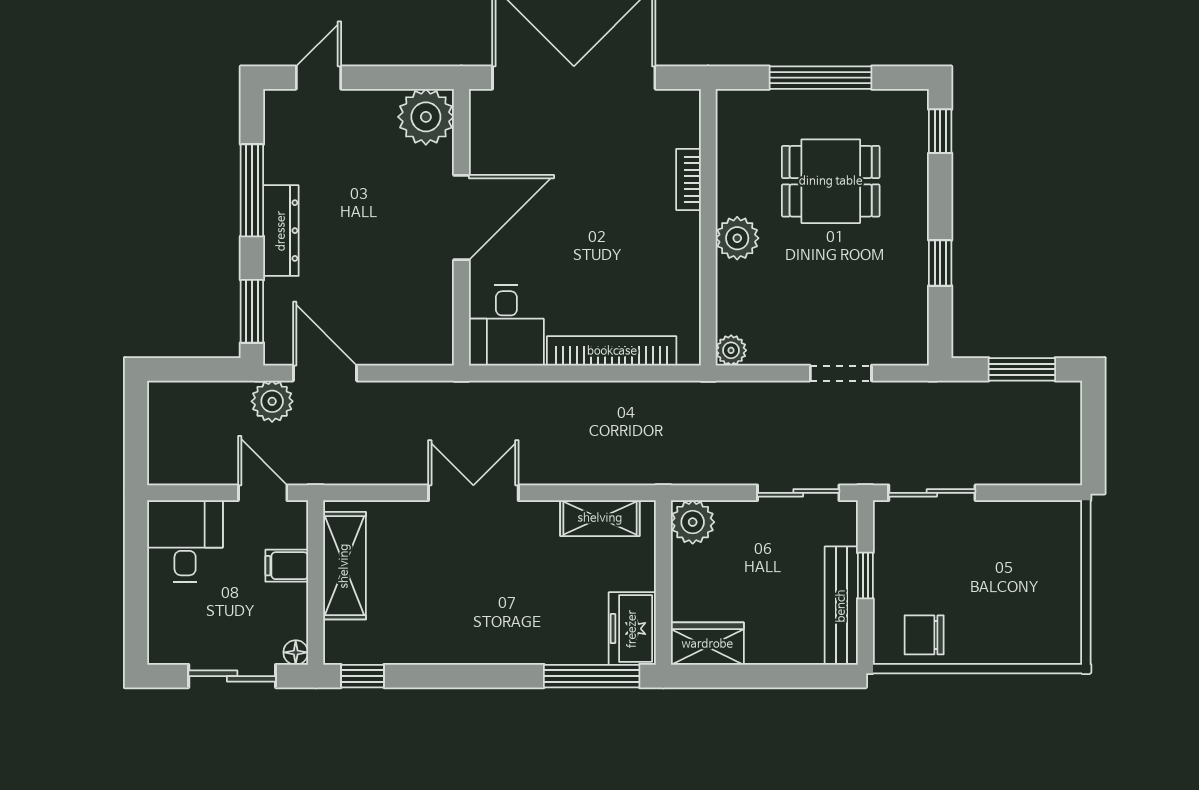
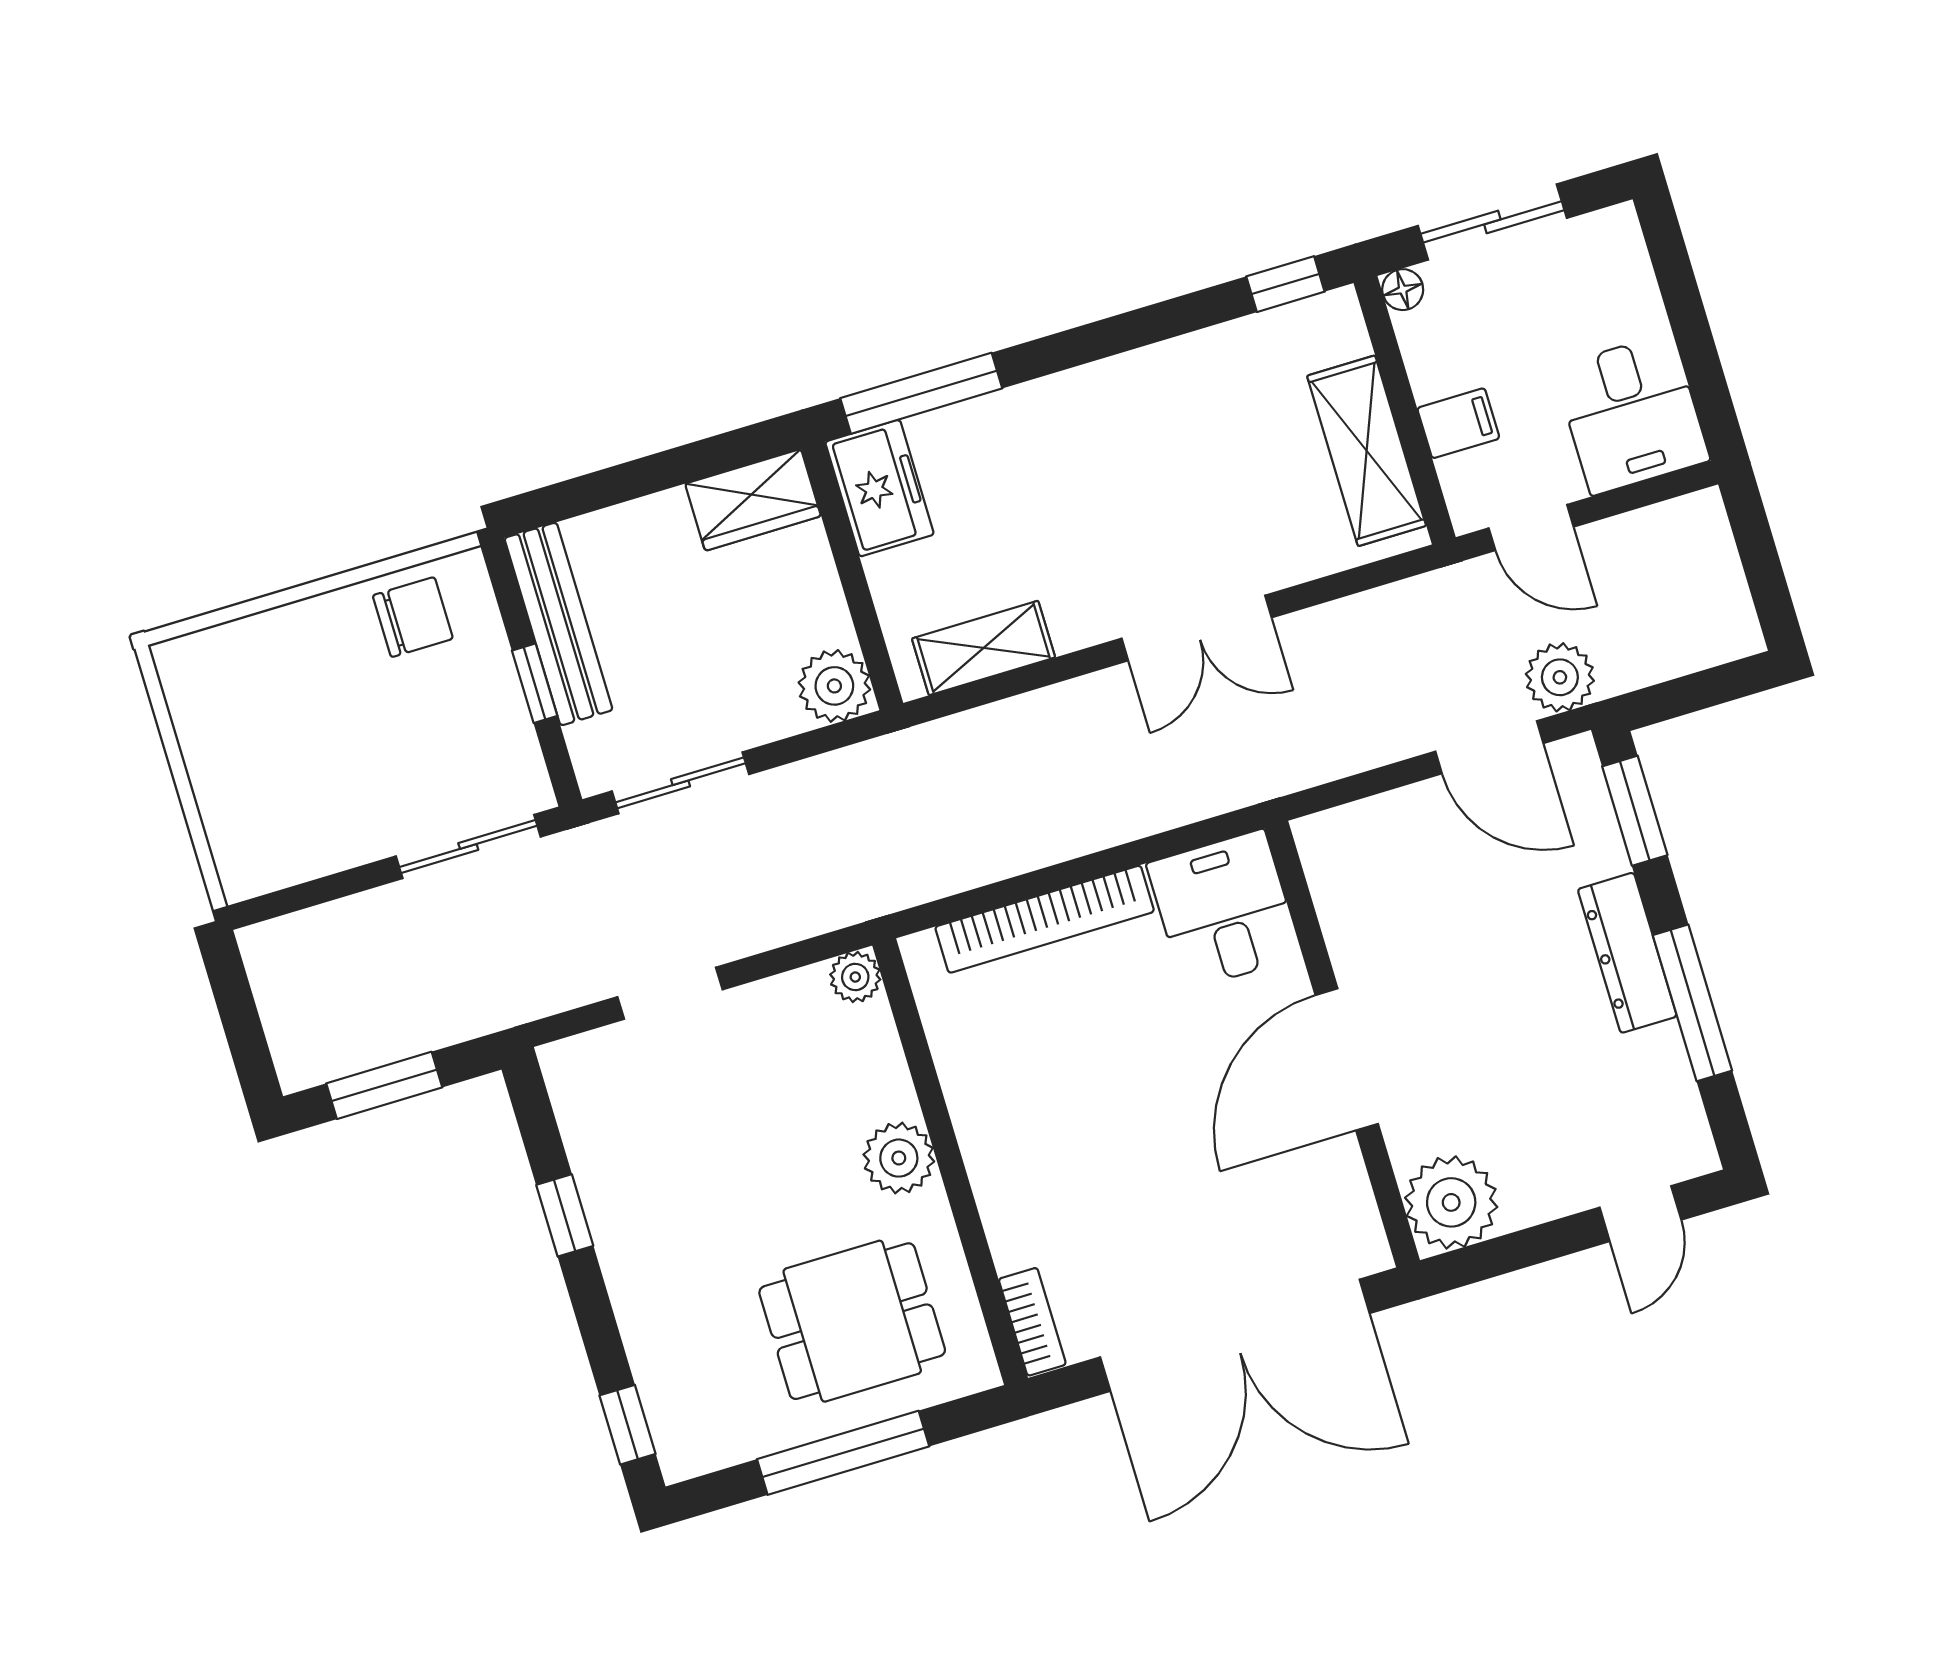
bookcase: (688, 179) -> (1032, 1322), moved
dining table: (831, 181) -> (852, 1321), moved

